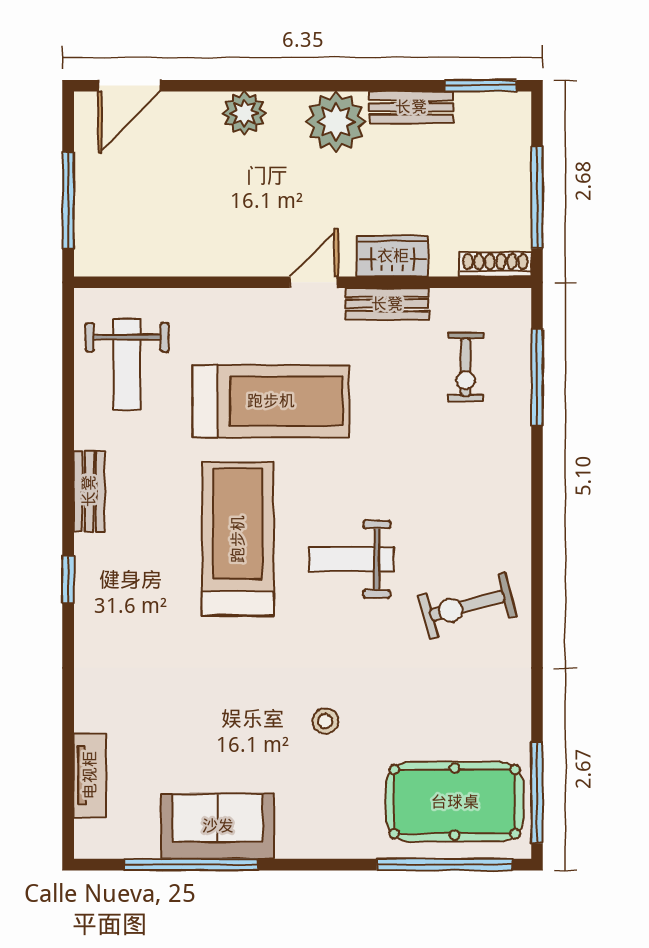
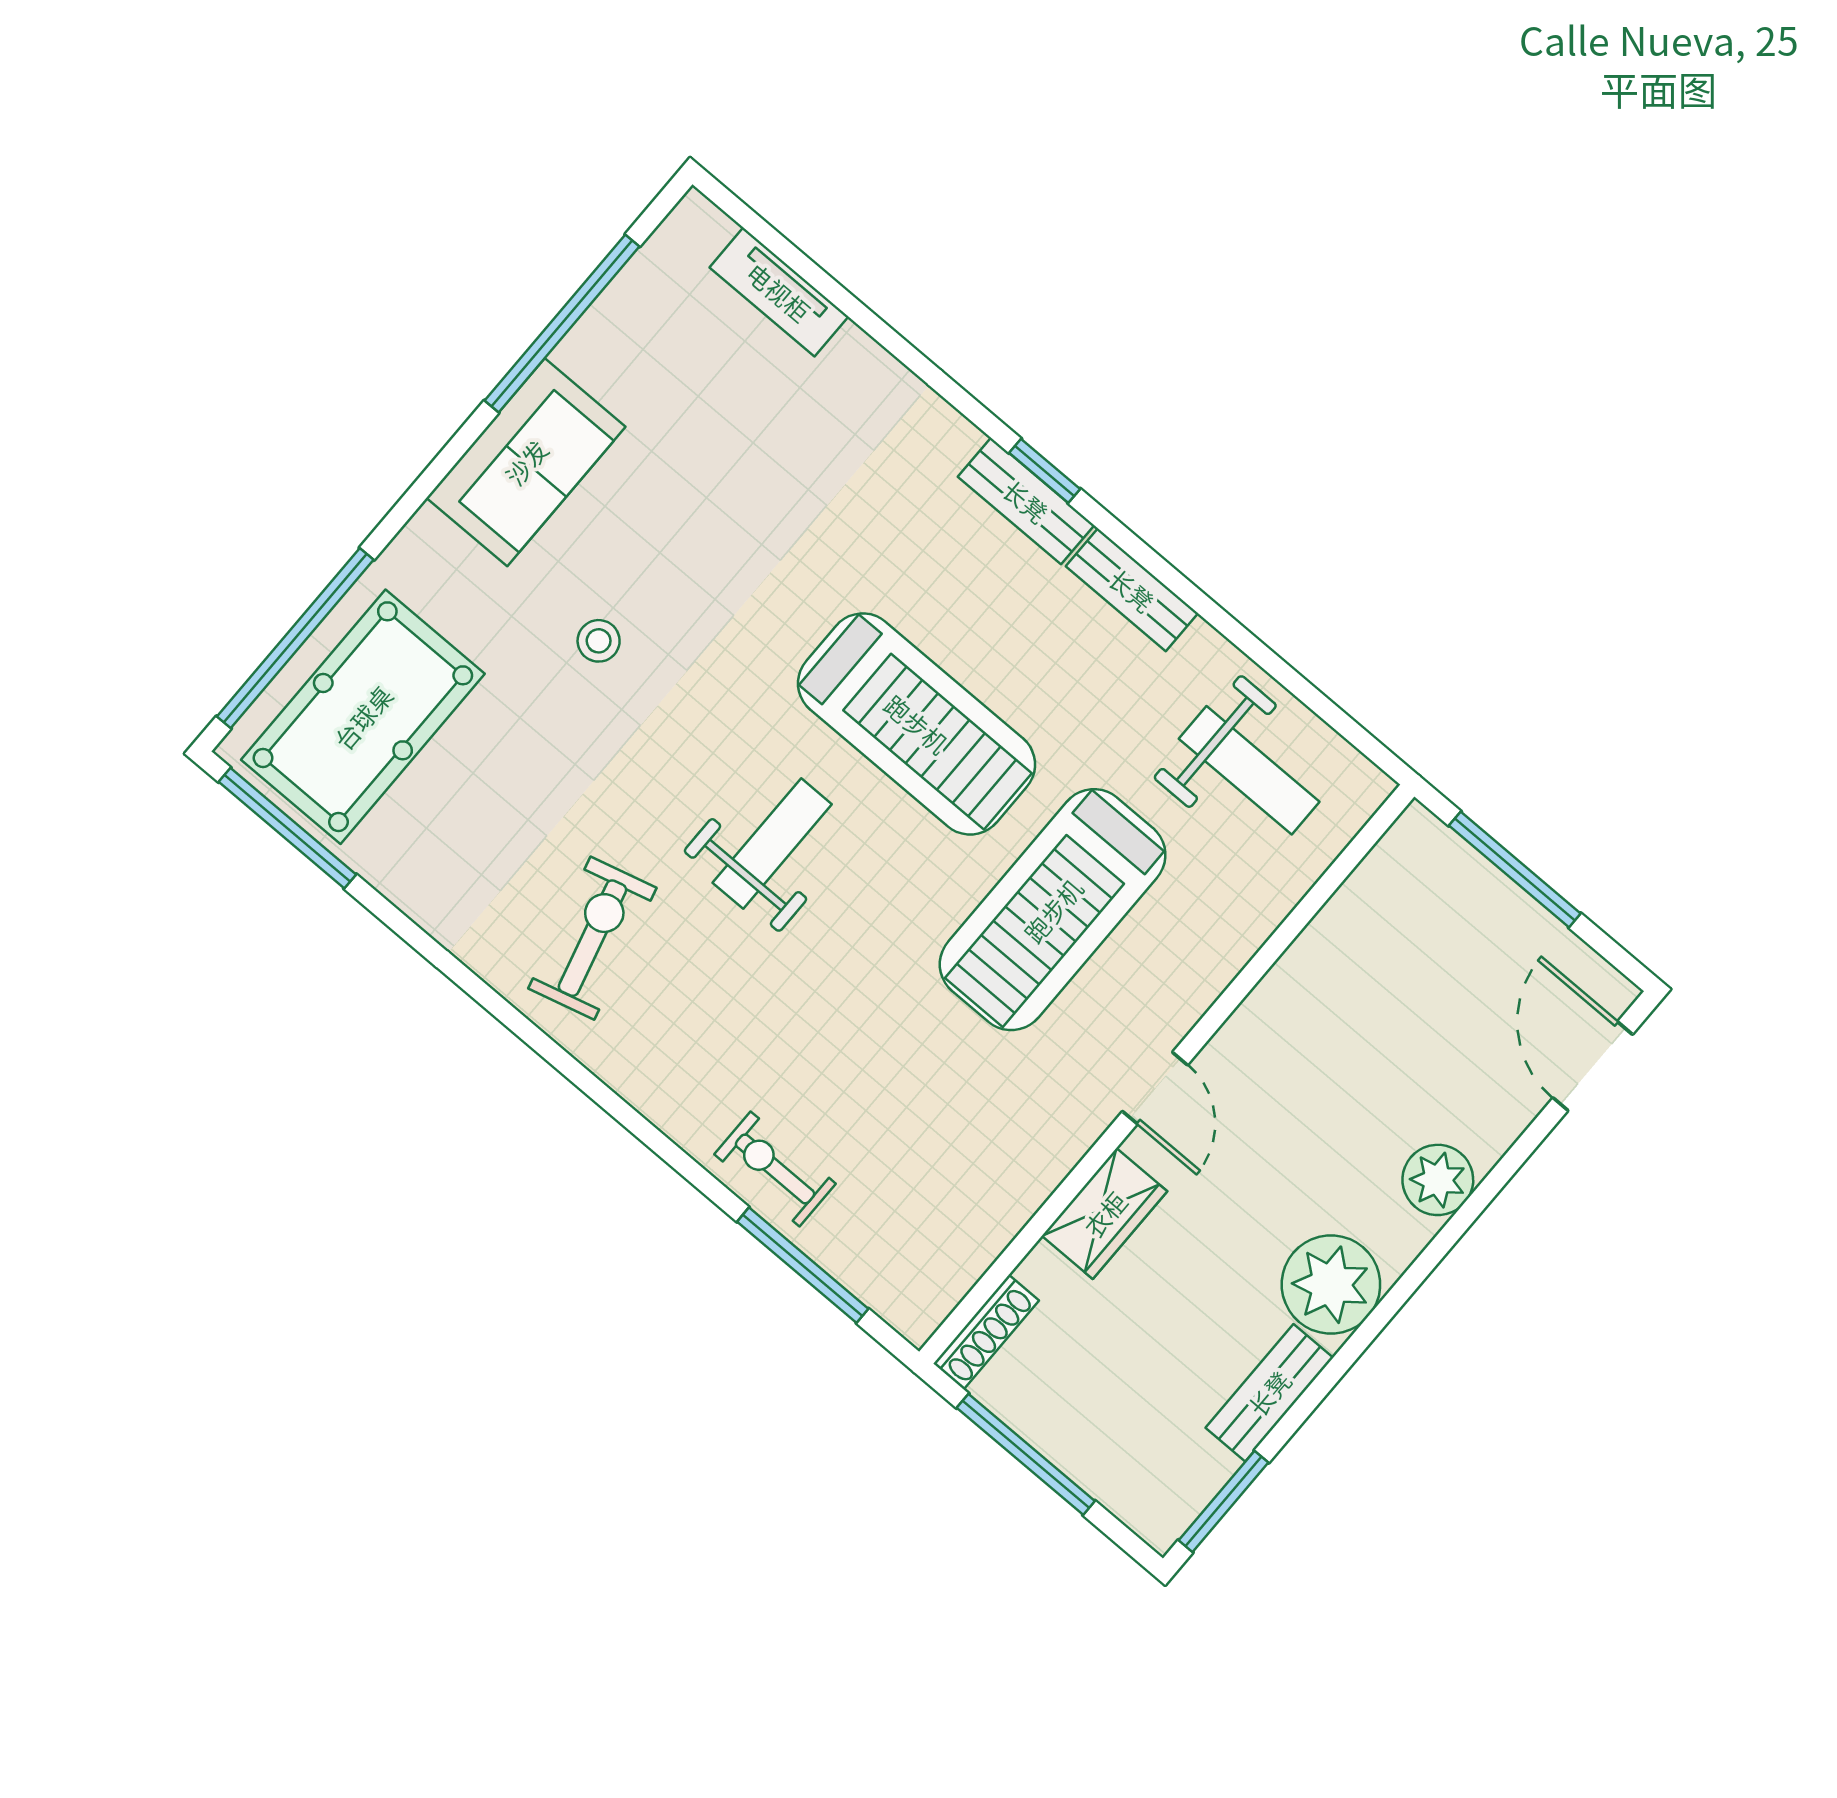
bench: (387, 304) -> (1026, 501), moved, turned 90
weight bench: (127, 365) -> (1249, 770), turned 180
exercise bike: (466, 367) -> (775, 1169), moved
sofa: (218, 826) -> (526, 462), moved

